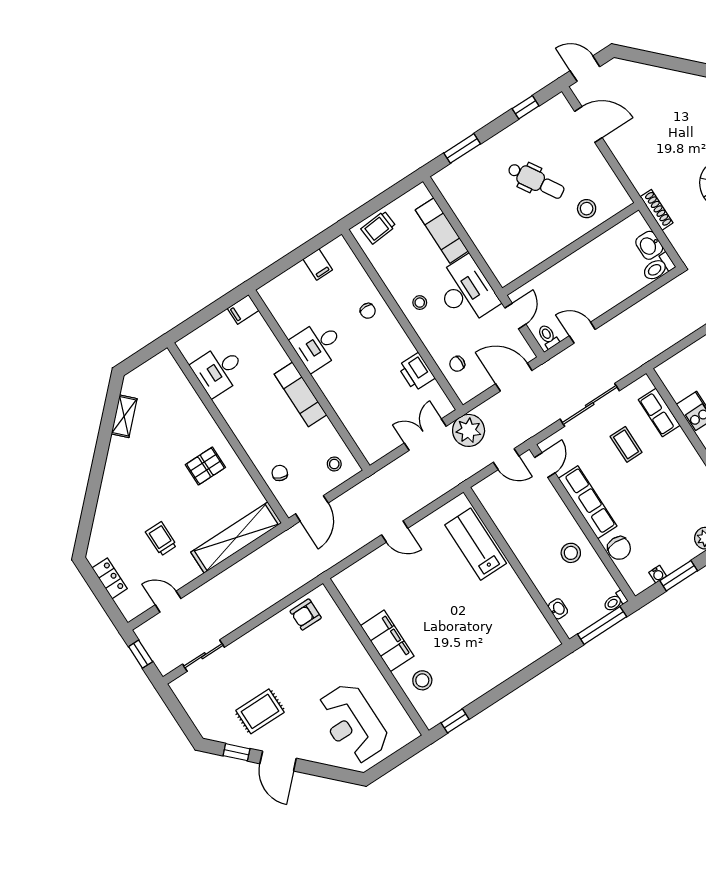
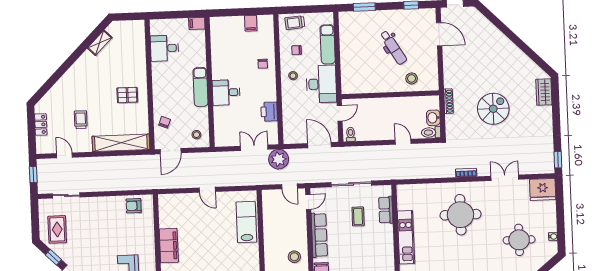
door: (582, 333) -> (403, 142), moved
desk: (318, 345) -> (226, 92), moved
chair: (457, 364) -> (297, 50), moved
rug: (260, 711) -> (57, 229), moved, turned 90

